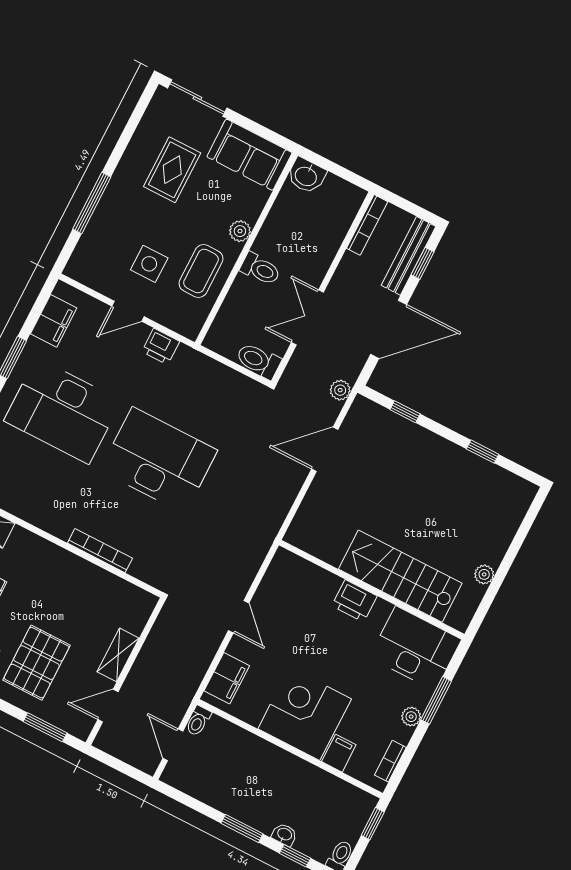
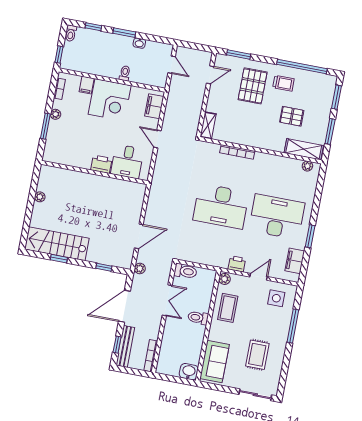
sofa: (249, 155) -> (214, 362), moved, turned 90
plant: (240, 231) -> (224, 279), moved
side table: (149, 264) -> (276, 298), moved
stairs: (400, 576) -> (57, 244), moved, turned 180
desk: (415, 648) -> (127, 162), moved, width x0.73
shelving: (118, 655) -> (208, 125), moved
toilet: (198, 721) -> (125, 73), moved
washbasin: (284, 835) -> (139, 43), moved

